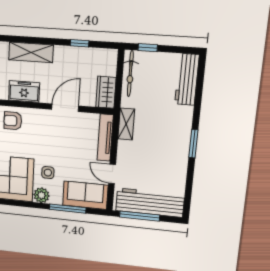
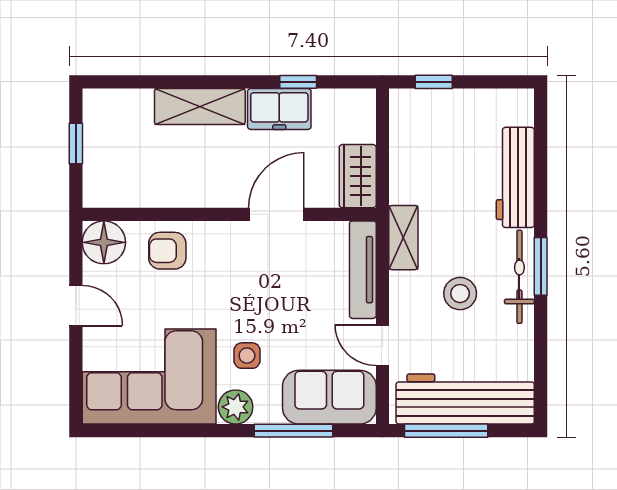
bicycle: (130, 74) -> (519, 277), moved, turned 180
workbench: (187, 79) -> (515, 177), moved
freezer: (24, 91) -> (279, 109), moved, turned 180
stool: (152, 153) -> (460, 294), added

